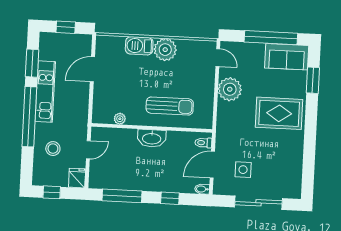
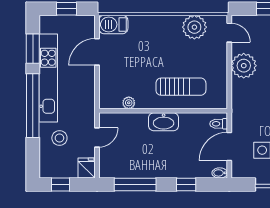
barbecue: (139, 46) -> (113, 24), moved
plant: (165, 50) -> (194, 27), moved
kitchen unit: (45, 92) -> (48, 78), width x1.36

